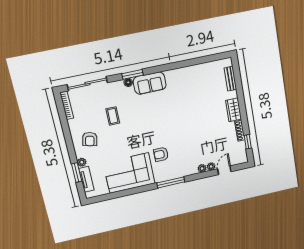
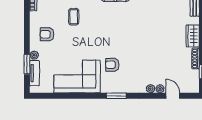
armchair: (90, 139) -> (47, 34), turned 77
door: (224, 170) -> (173, 96), hinge flipped
window: (171, 182) -> (116, 96), width x0.69

